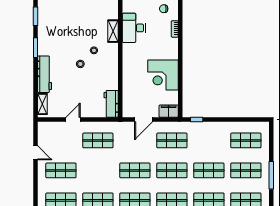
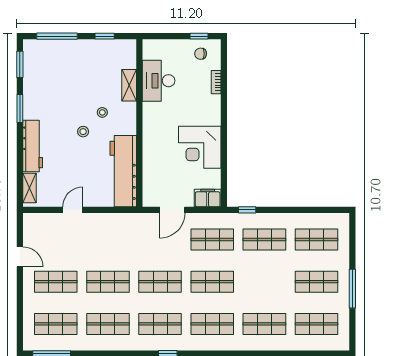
workbench: (111, 104) -> (123, 171), width x1.88, depth x1.32
shop shelf: (98, 140) -> (108, 282), moved
shop shelf: (209, 170) -> (264, 240), moved

